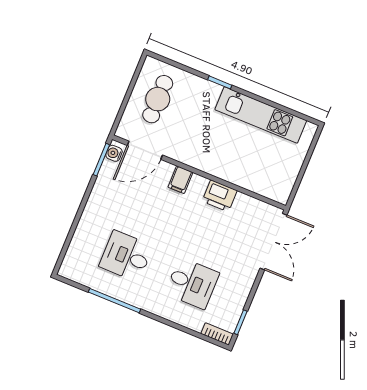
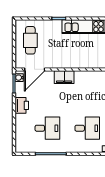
filing cabinet: (180, 180) -> (64, 77), width x2.00
printer: (220, 196) -> (22, 105), moved, turned -90
desk: (126, 256) -> (47, 128), turned 180

